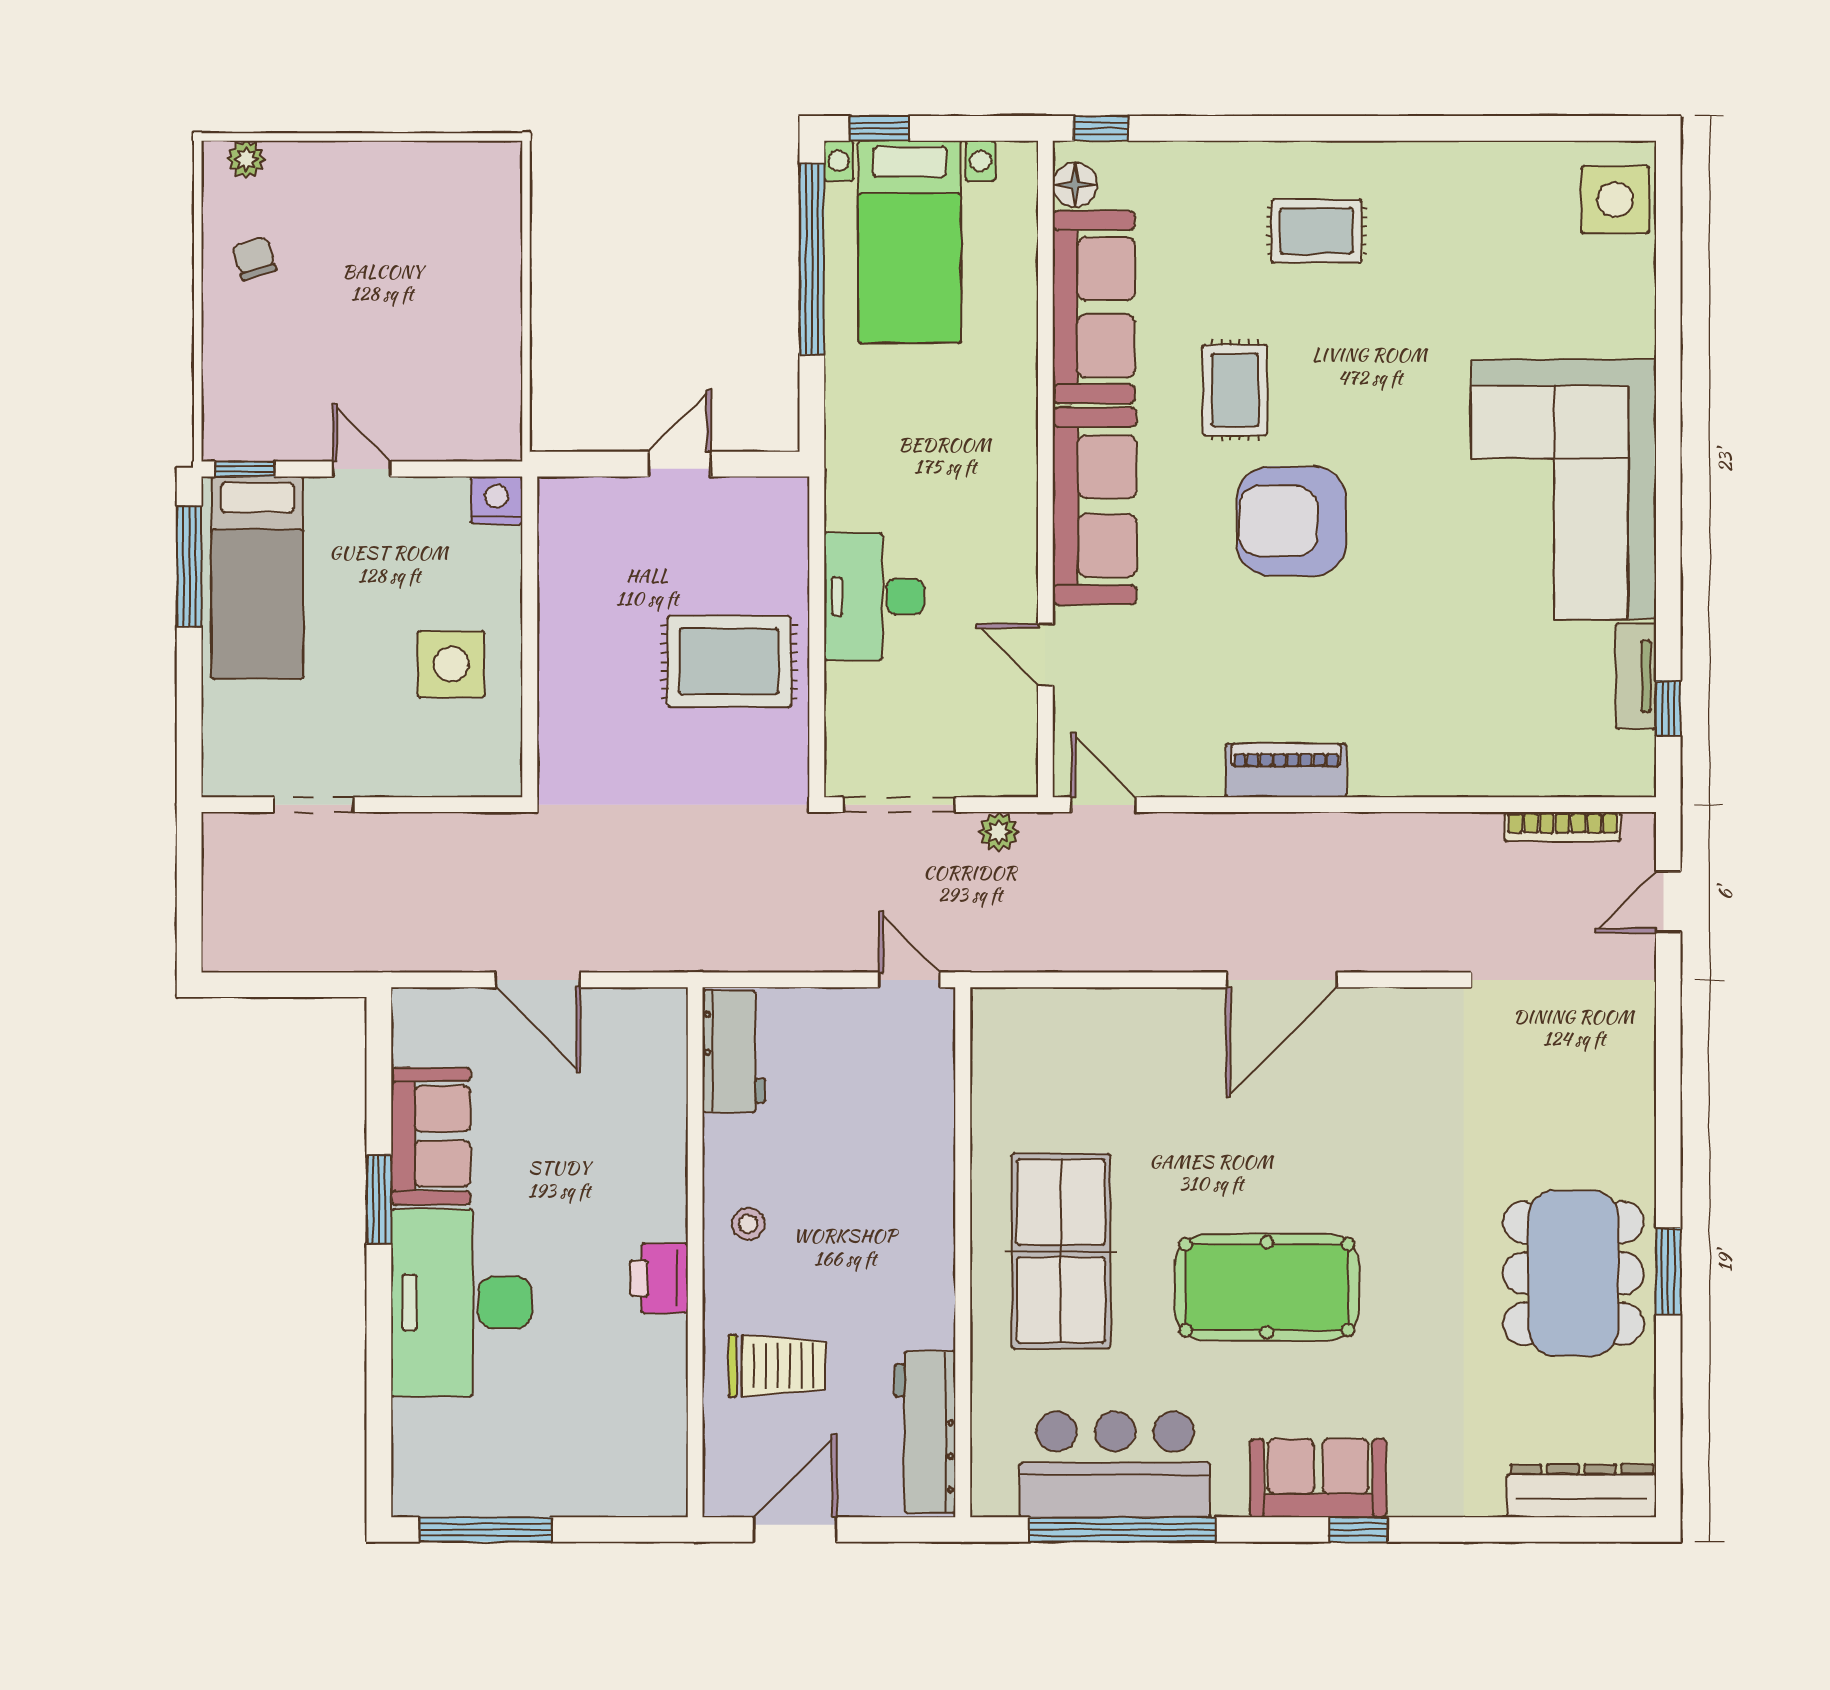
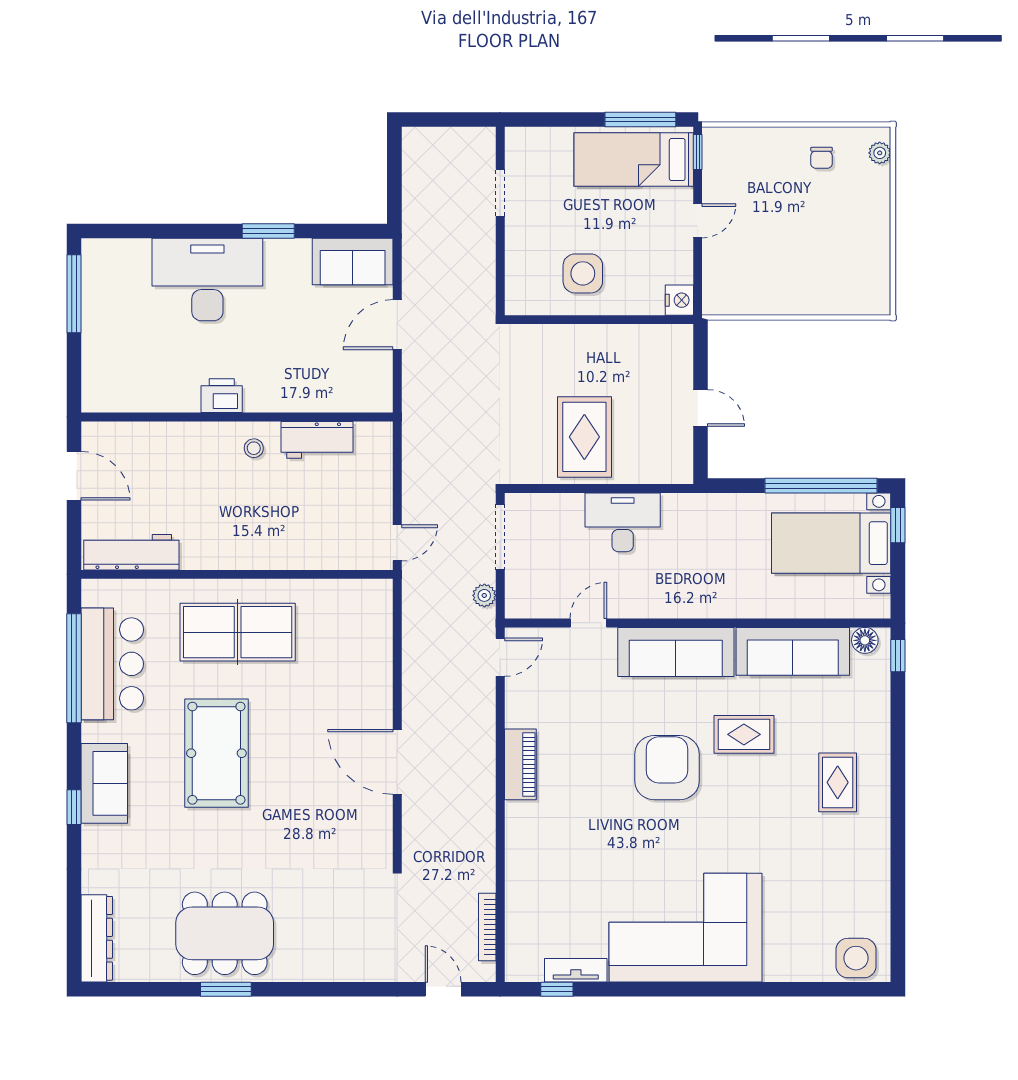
chair: (254, 258) -> (822, 158), turned 107
workbench: (734, 1052) -> (317, 440), moved
sofa: (431, 1136) -> (353, 261), moved
trolley: (777, 1366) -> (170, 465), removed

